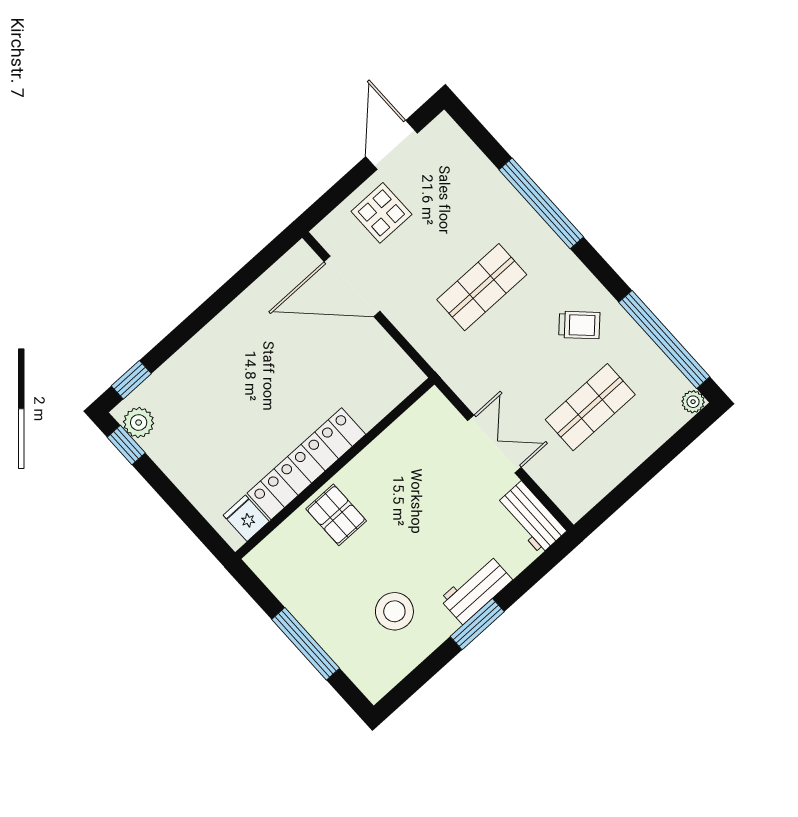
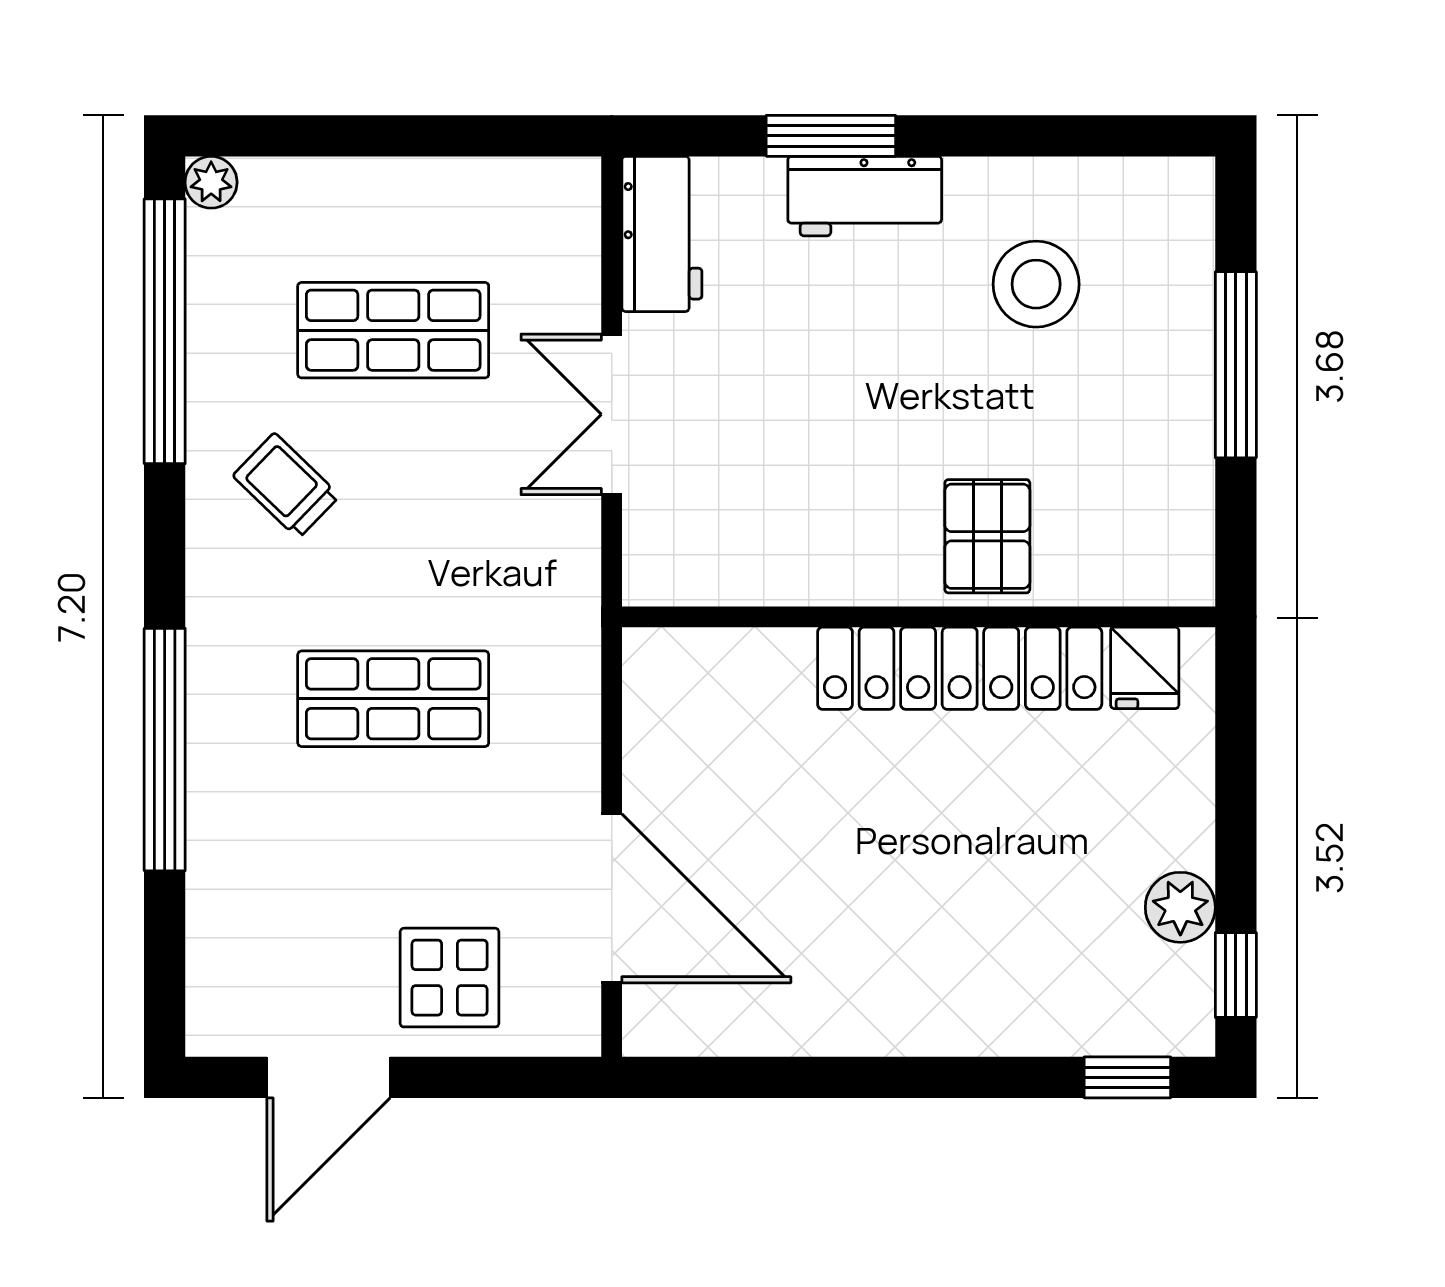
plant: (139, 423) -> (1180, 907), moved
window: (477, 624) -> (831, 136), moved

